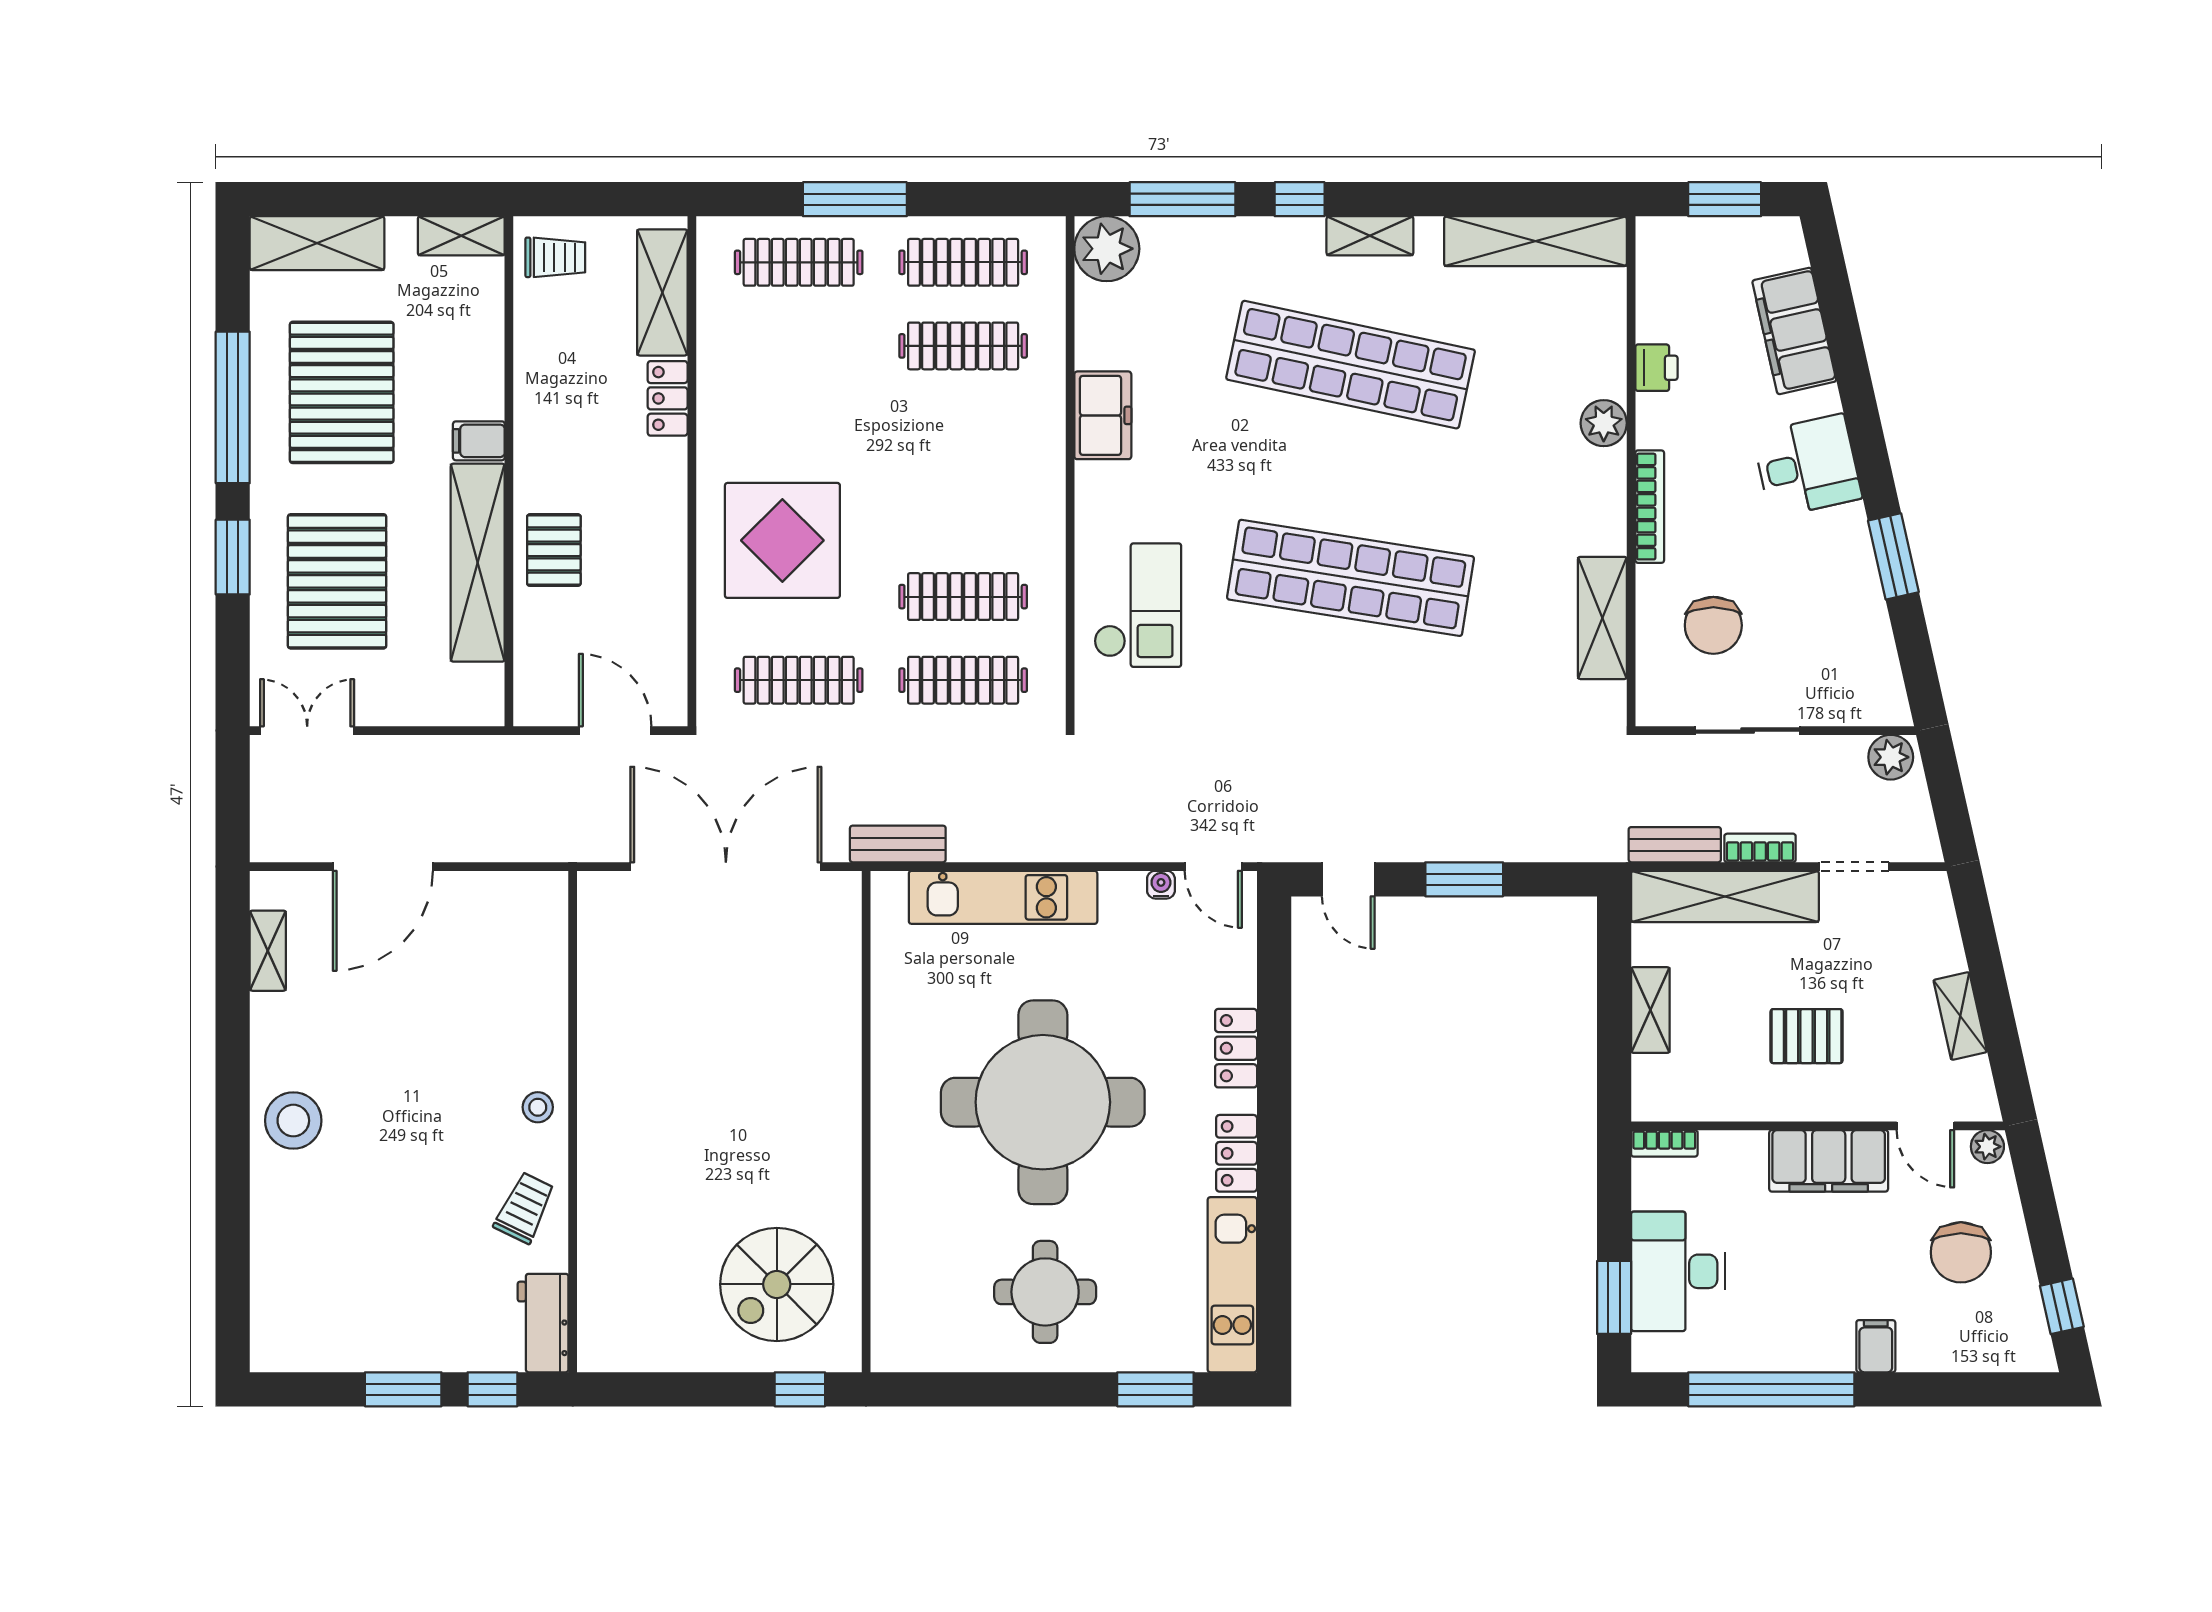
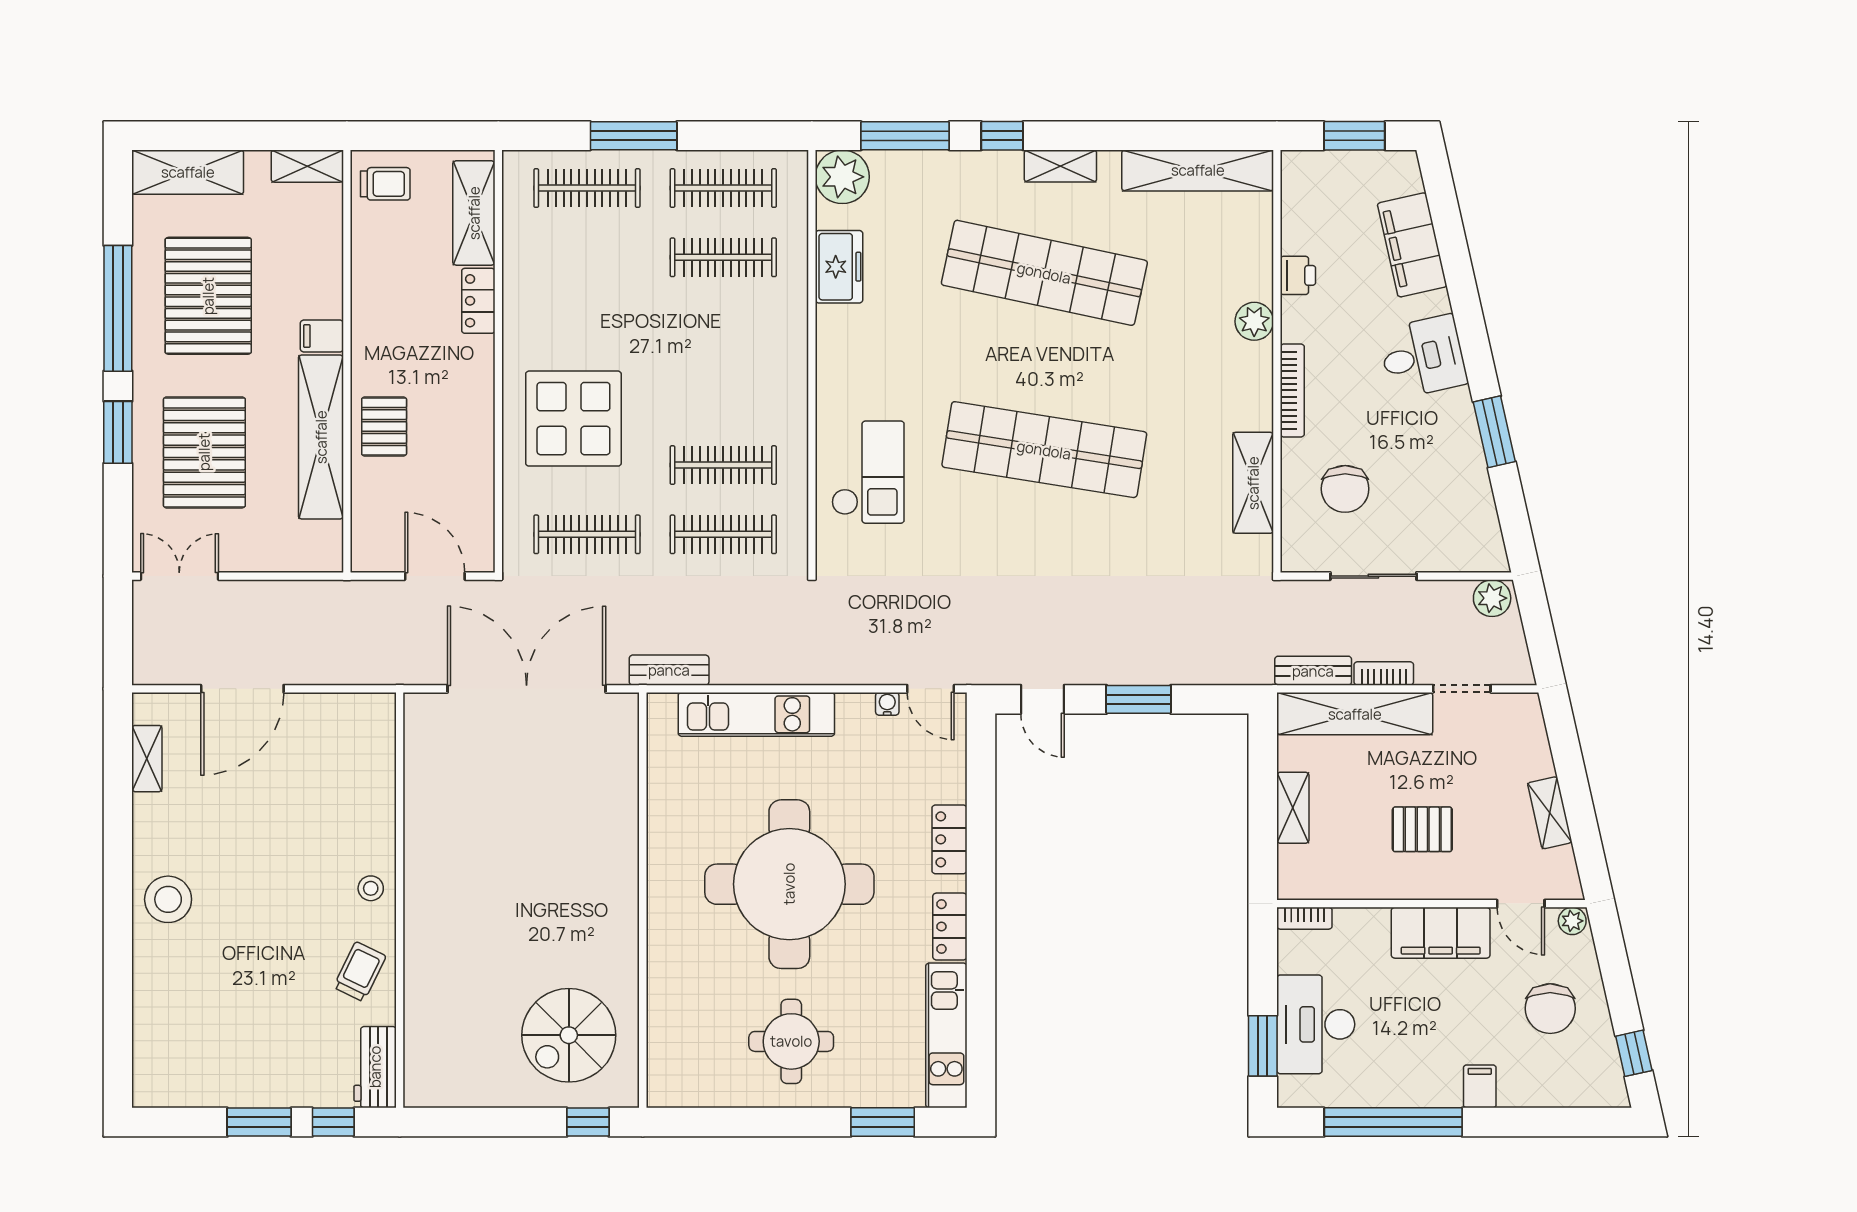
freezer: (1103, 415) -> (839, 267), moved

